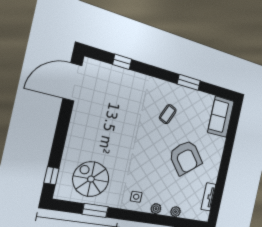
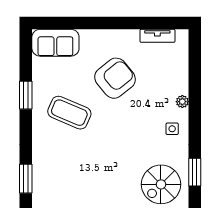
window: (122, 62) -> (26, 179), width x1.50
coffee table: (168, 114) -> (69, 113), width x1.86, depth x1.72
plant: (176, 212) -> (182, 76), removed

